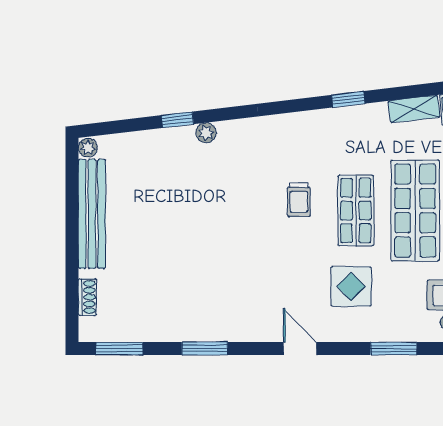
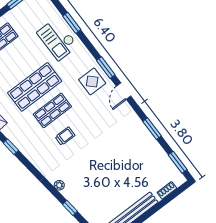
plant: (206, 133) -> (59, 185), moved
display table: (351, 286) -> (92, 81), moved
window: (394, 349) -> (106, 68), moved

